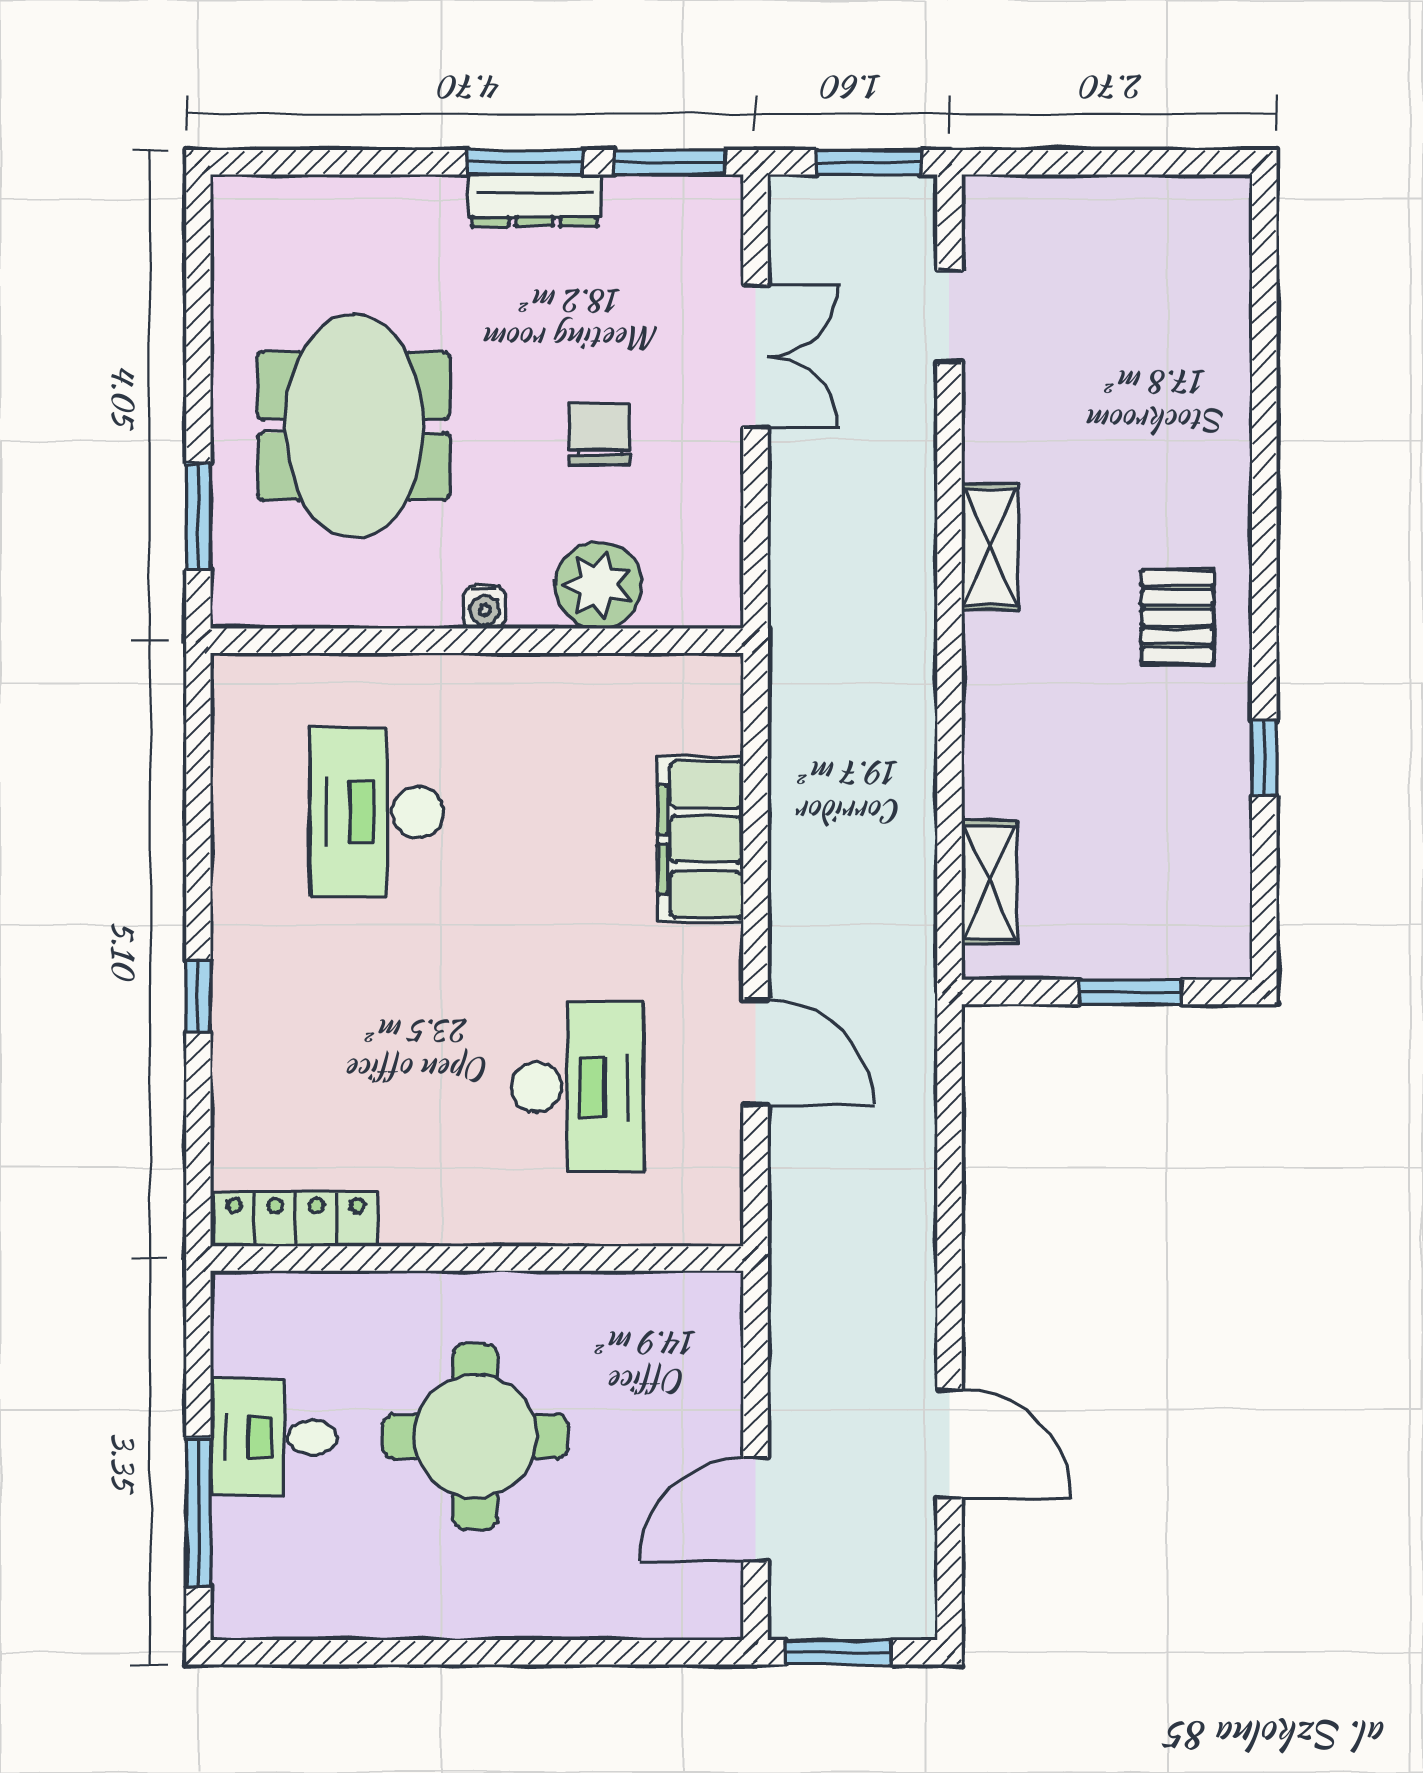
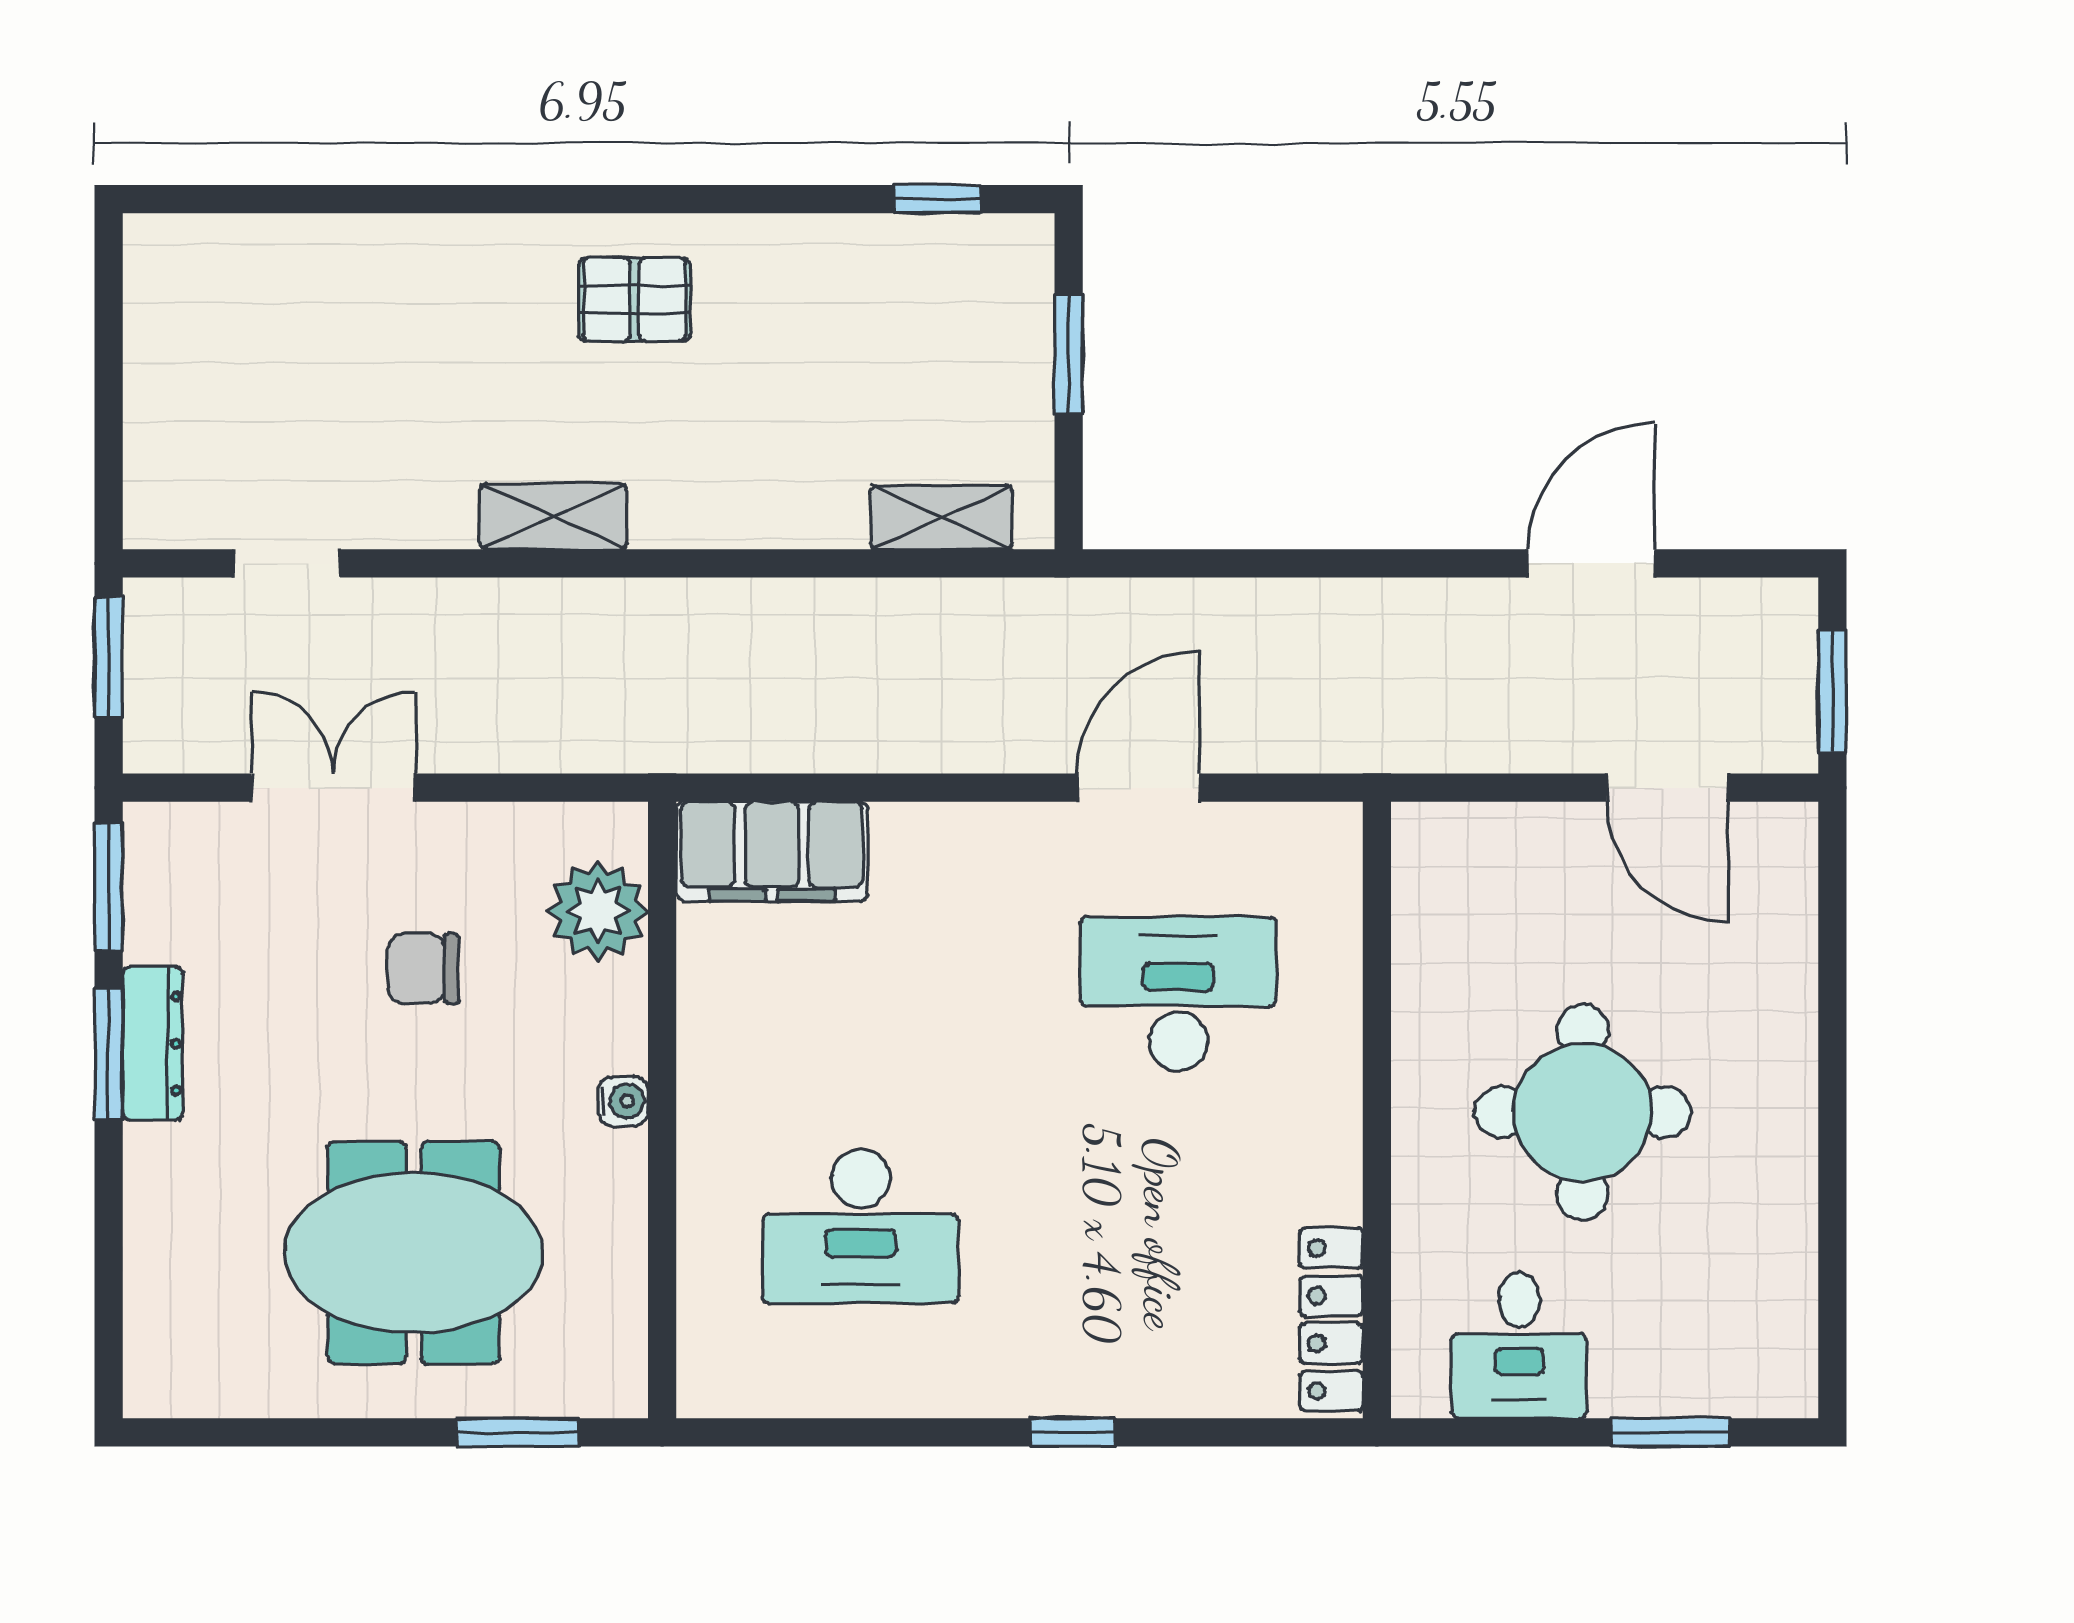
plant: (598, 585) -> (598, 911), moved
window: (1264, 758) -> (937, 199), moved
filing cabinet: (701, 839) -> (772, 851), moved
desk: (274, 1437) -> (1519, 1345), moved
window: (198, 1512) -> (1670, 1432), width x0.69

